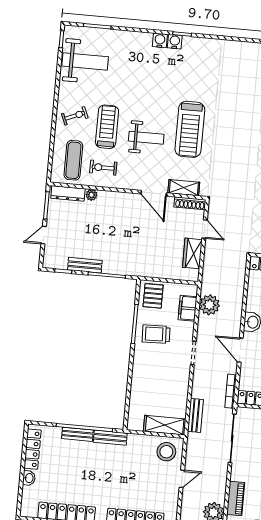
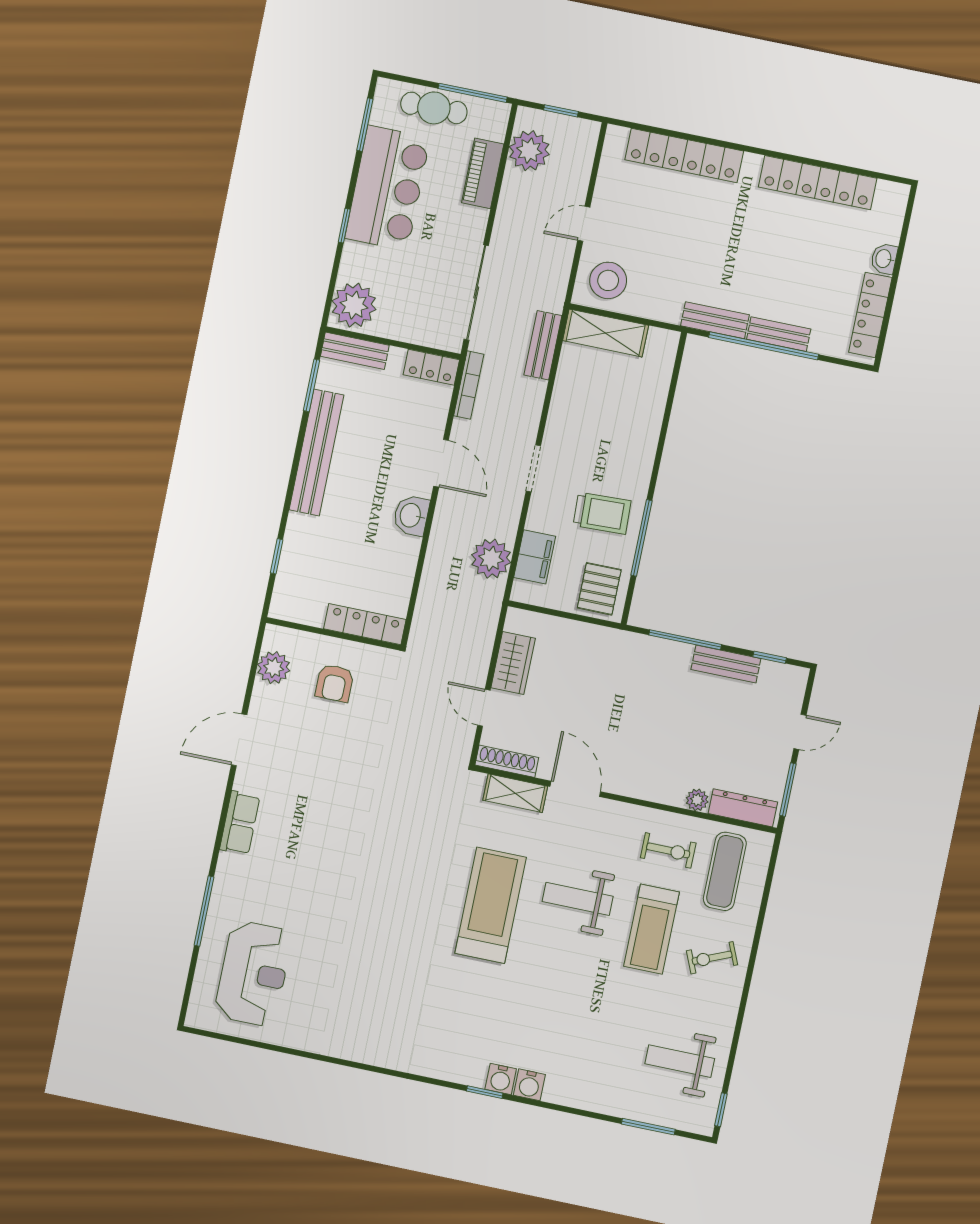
weight bench: (85, 61) -> (680, 1061), width x0.73, depth x0.75

